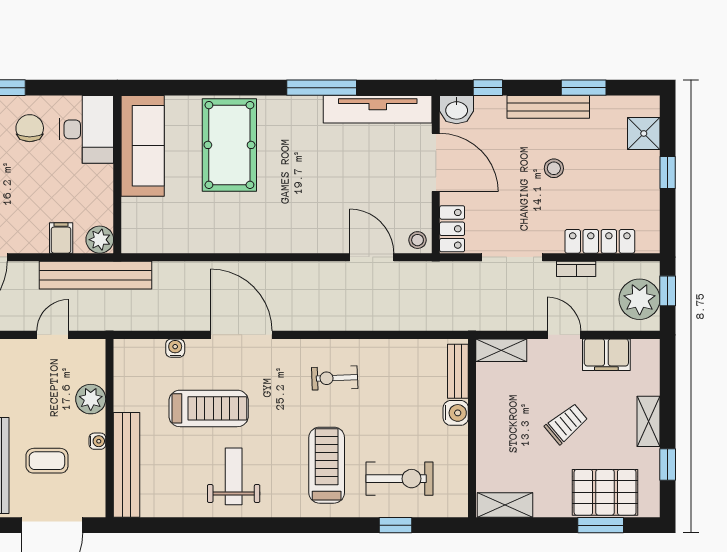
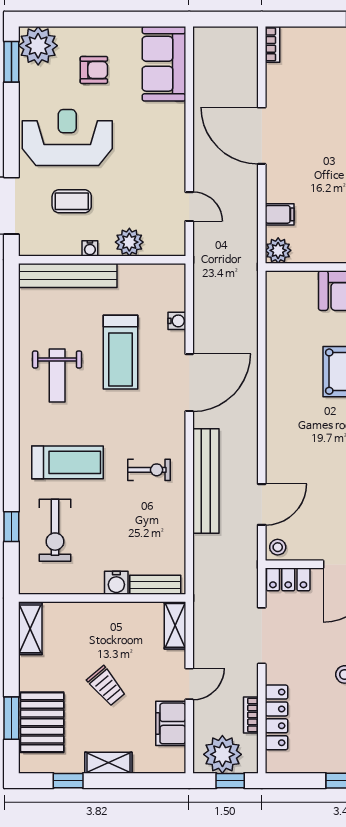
bookcase: (576, 269) -> (251, 715), moved
bench: (96, 275) -> (206, 481), moved
exercise bike: (335, 378) -> (149, 470), turned 92
coffee table: (47, 461) -> (72, 201), turned 90
weight bench: (234, 476) -> (57, 375), turned 90

